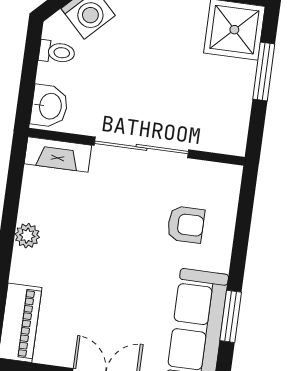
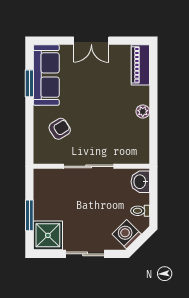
fireplace: (58, 154) -> (132, 157), removed
armchair: (186, 224) -> (60, 129), turned 148

